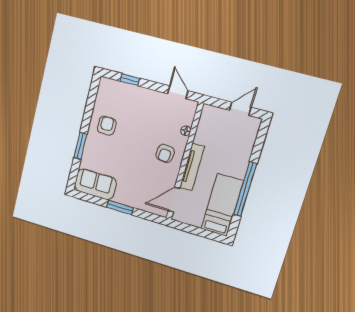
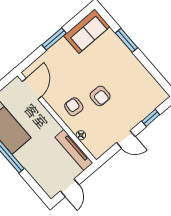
door: (178, 92) -> (126, 139), moved
armchair: (107, 126) -> (100, 96), moved
tv unit: (192, 167) -> (74, 150), moved

